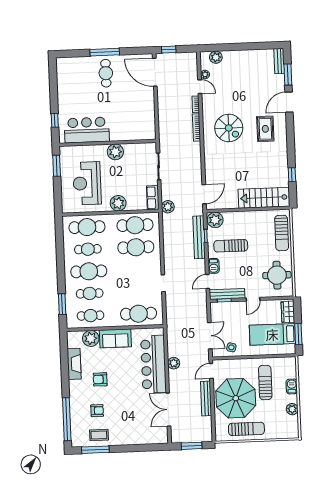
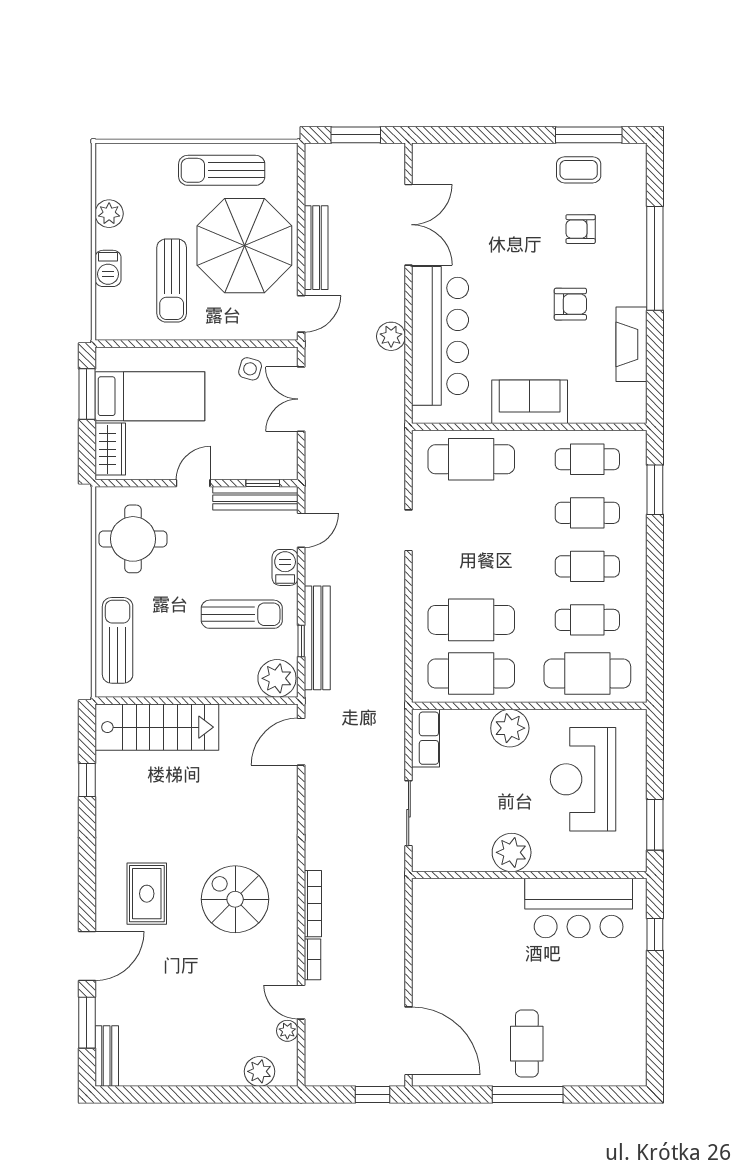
reception desk: (87, 183) -> (583, 779), turned 180
plant: (168, 207) -> (390, 715), removed
cafe table: (89, 271) -> (587, 566), width x0.73, depth x0.74
plant: (91, 338) -> (589, 404), removed
window: (67, 419) -> (655, 258), moved

